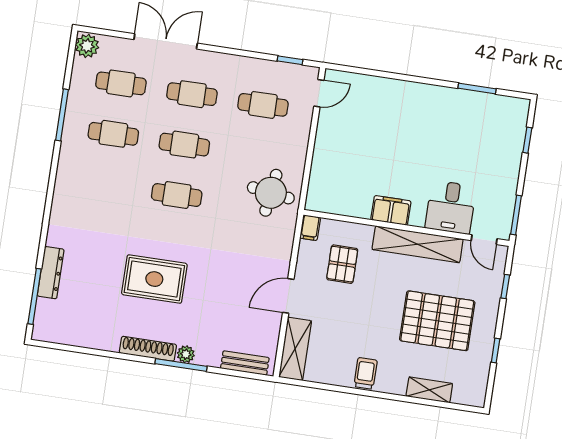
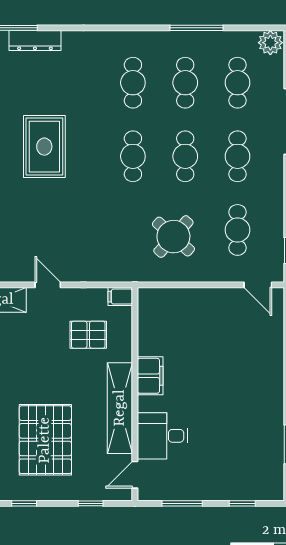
cafe table: (106, 184) -> (133, 83), added
round table: (271, 193) -> (173, 237), moved, turned 34
window: (516, 215) -> (182, 503), moved
door: (288, 296) -> (48, 285), width x0.73

